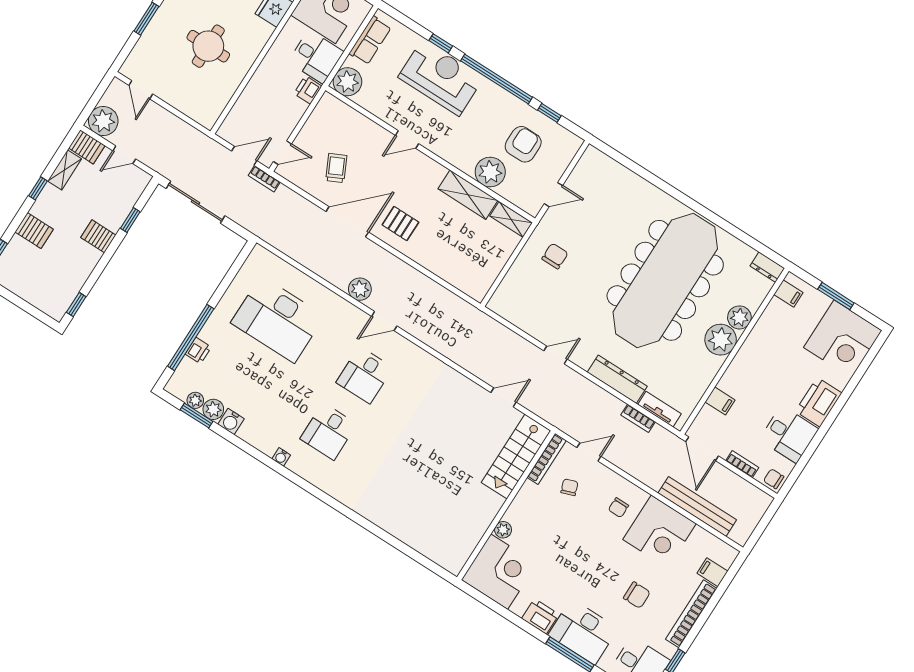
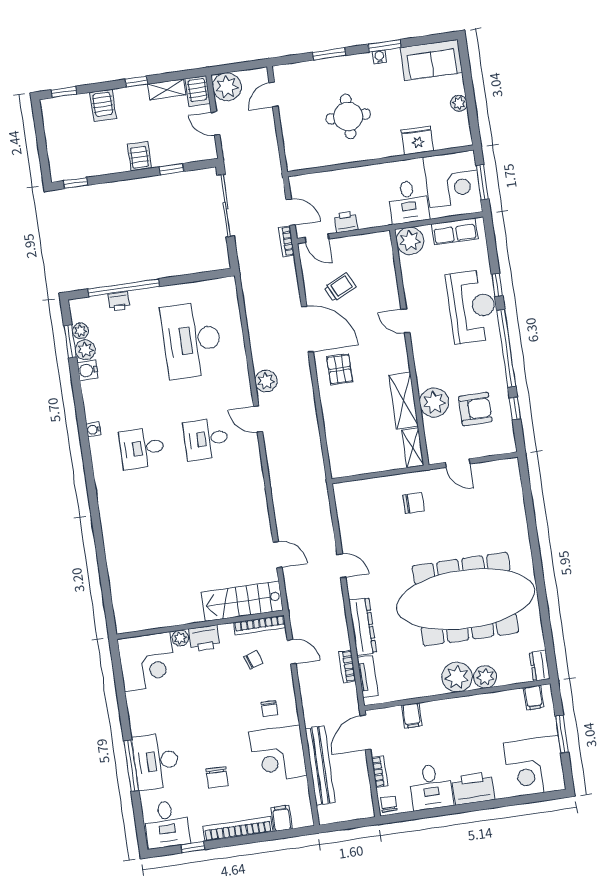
printer: (308, 90) -> (346, 222), moved
chair: (618, 508) -> (269, 709), turned -90
printer: (540, 616) -> (204, 638), moved, turned 90

